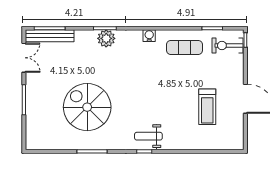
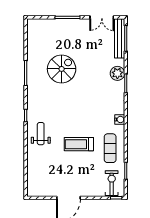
plant: (106, 38) -> (117, 73), moved
spiral stairs: (87, 107) -> (62, 69), width x0.73, depth x0.73
treadmill: (207, 107) -> (79, 144), moved
weight bench: (148, 136) -> (41, 134), moved

